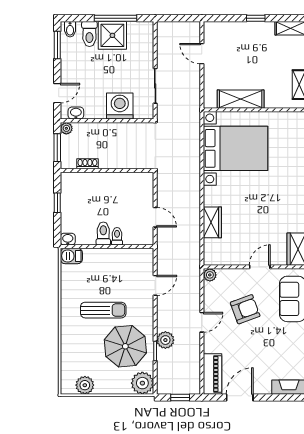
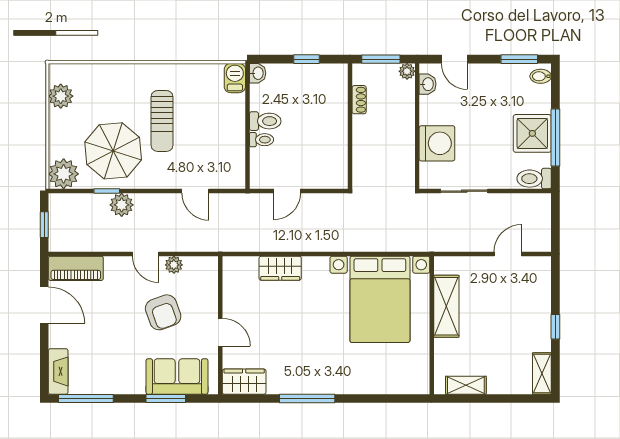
toilet: (89, 34) -> (534, 179), moved
plant: (210, 275) -> (174, 265), moved

